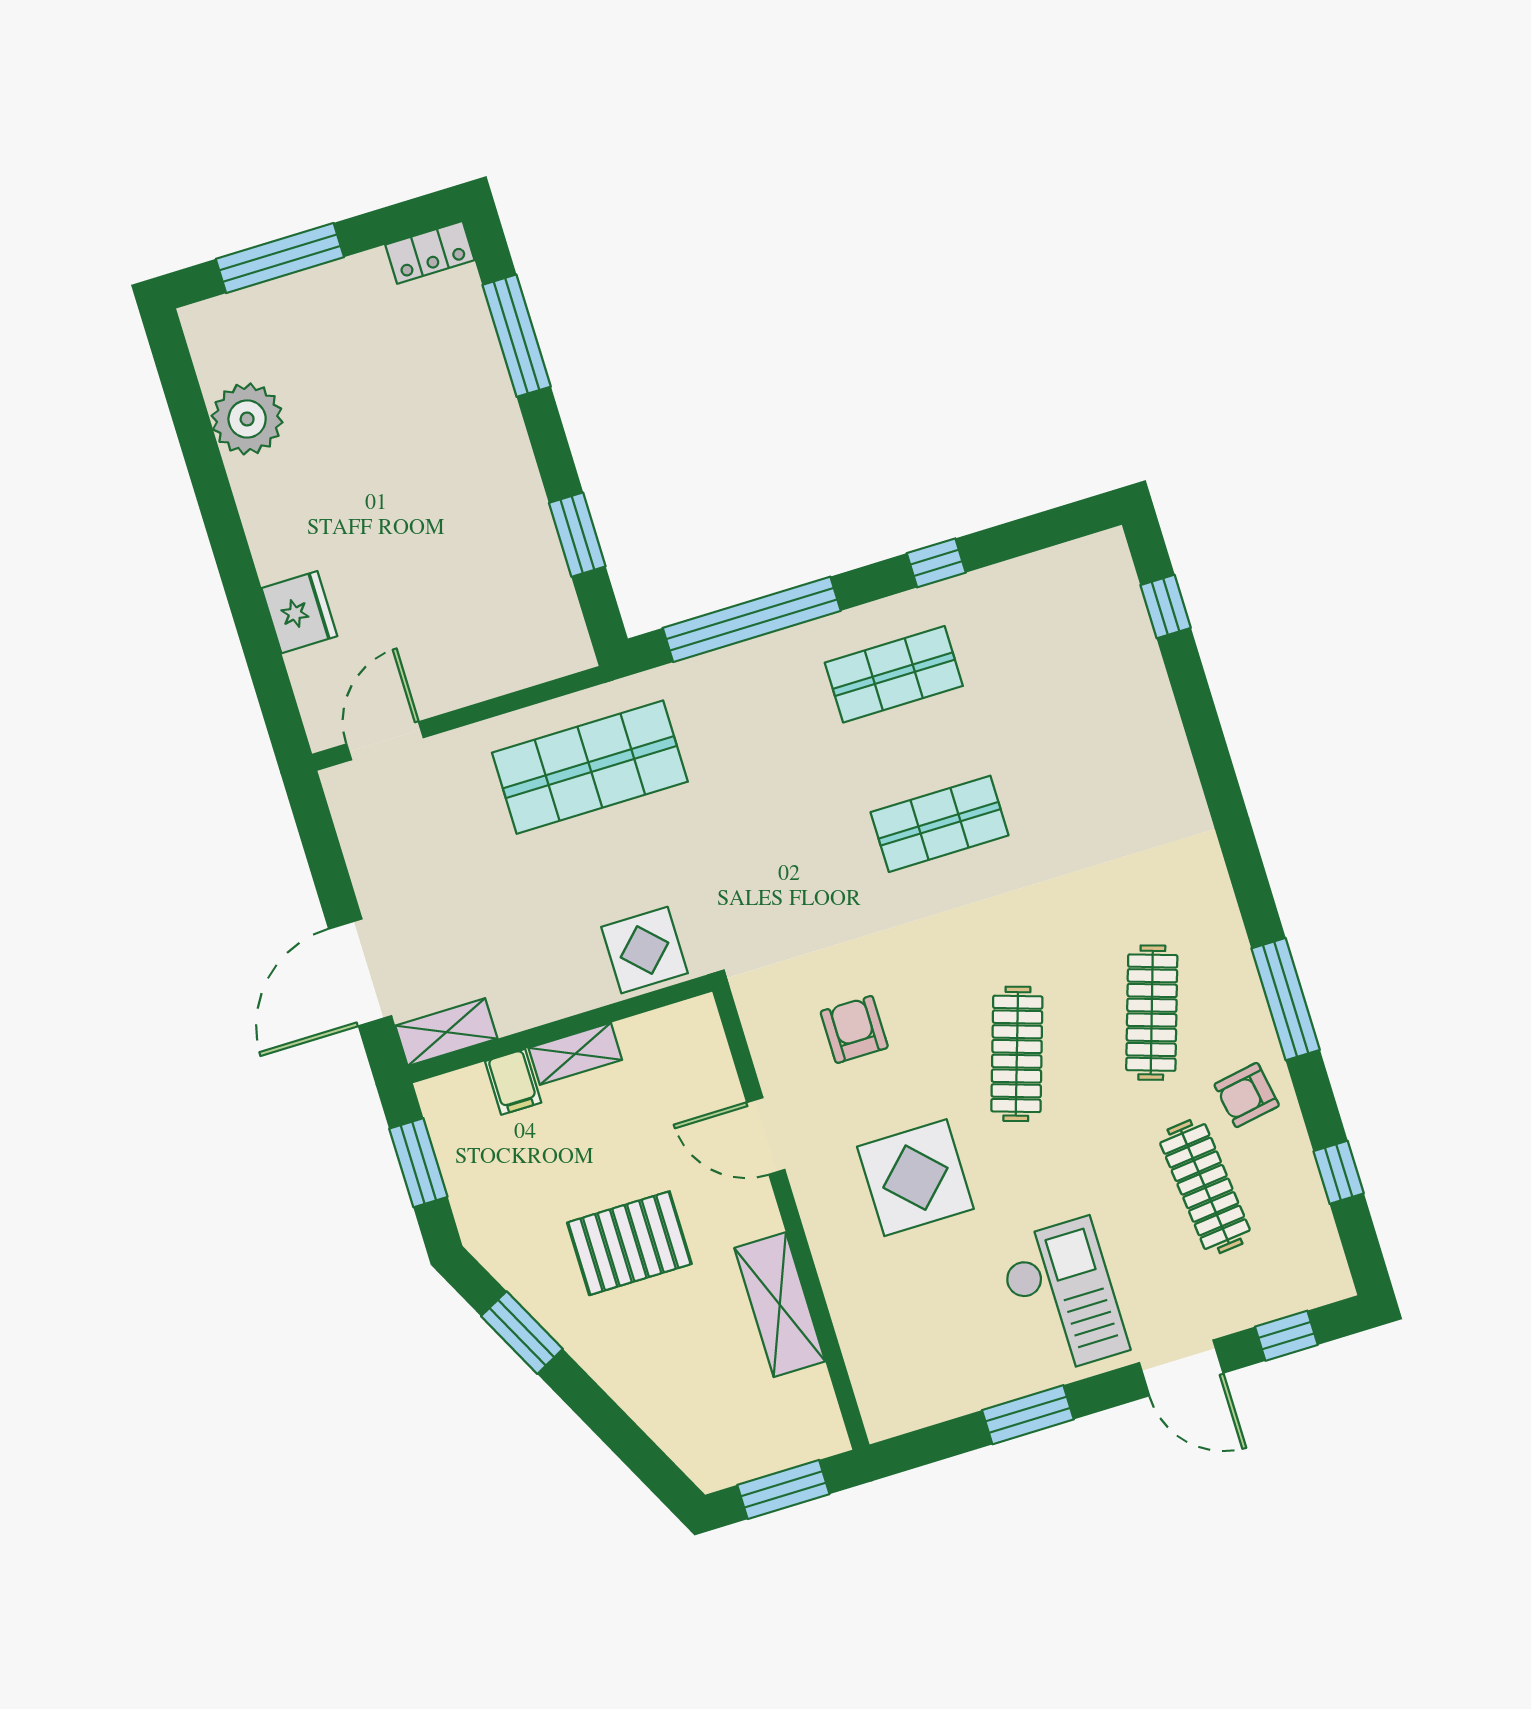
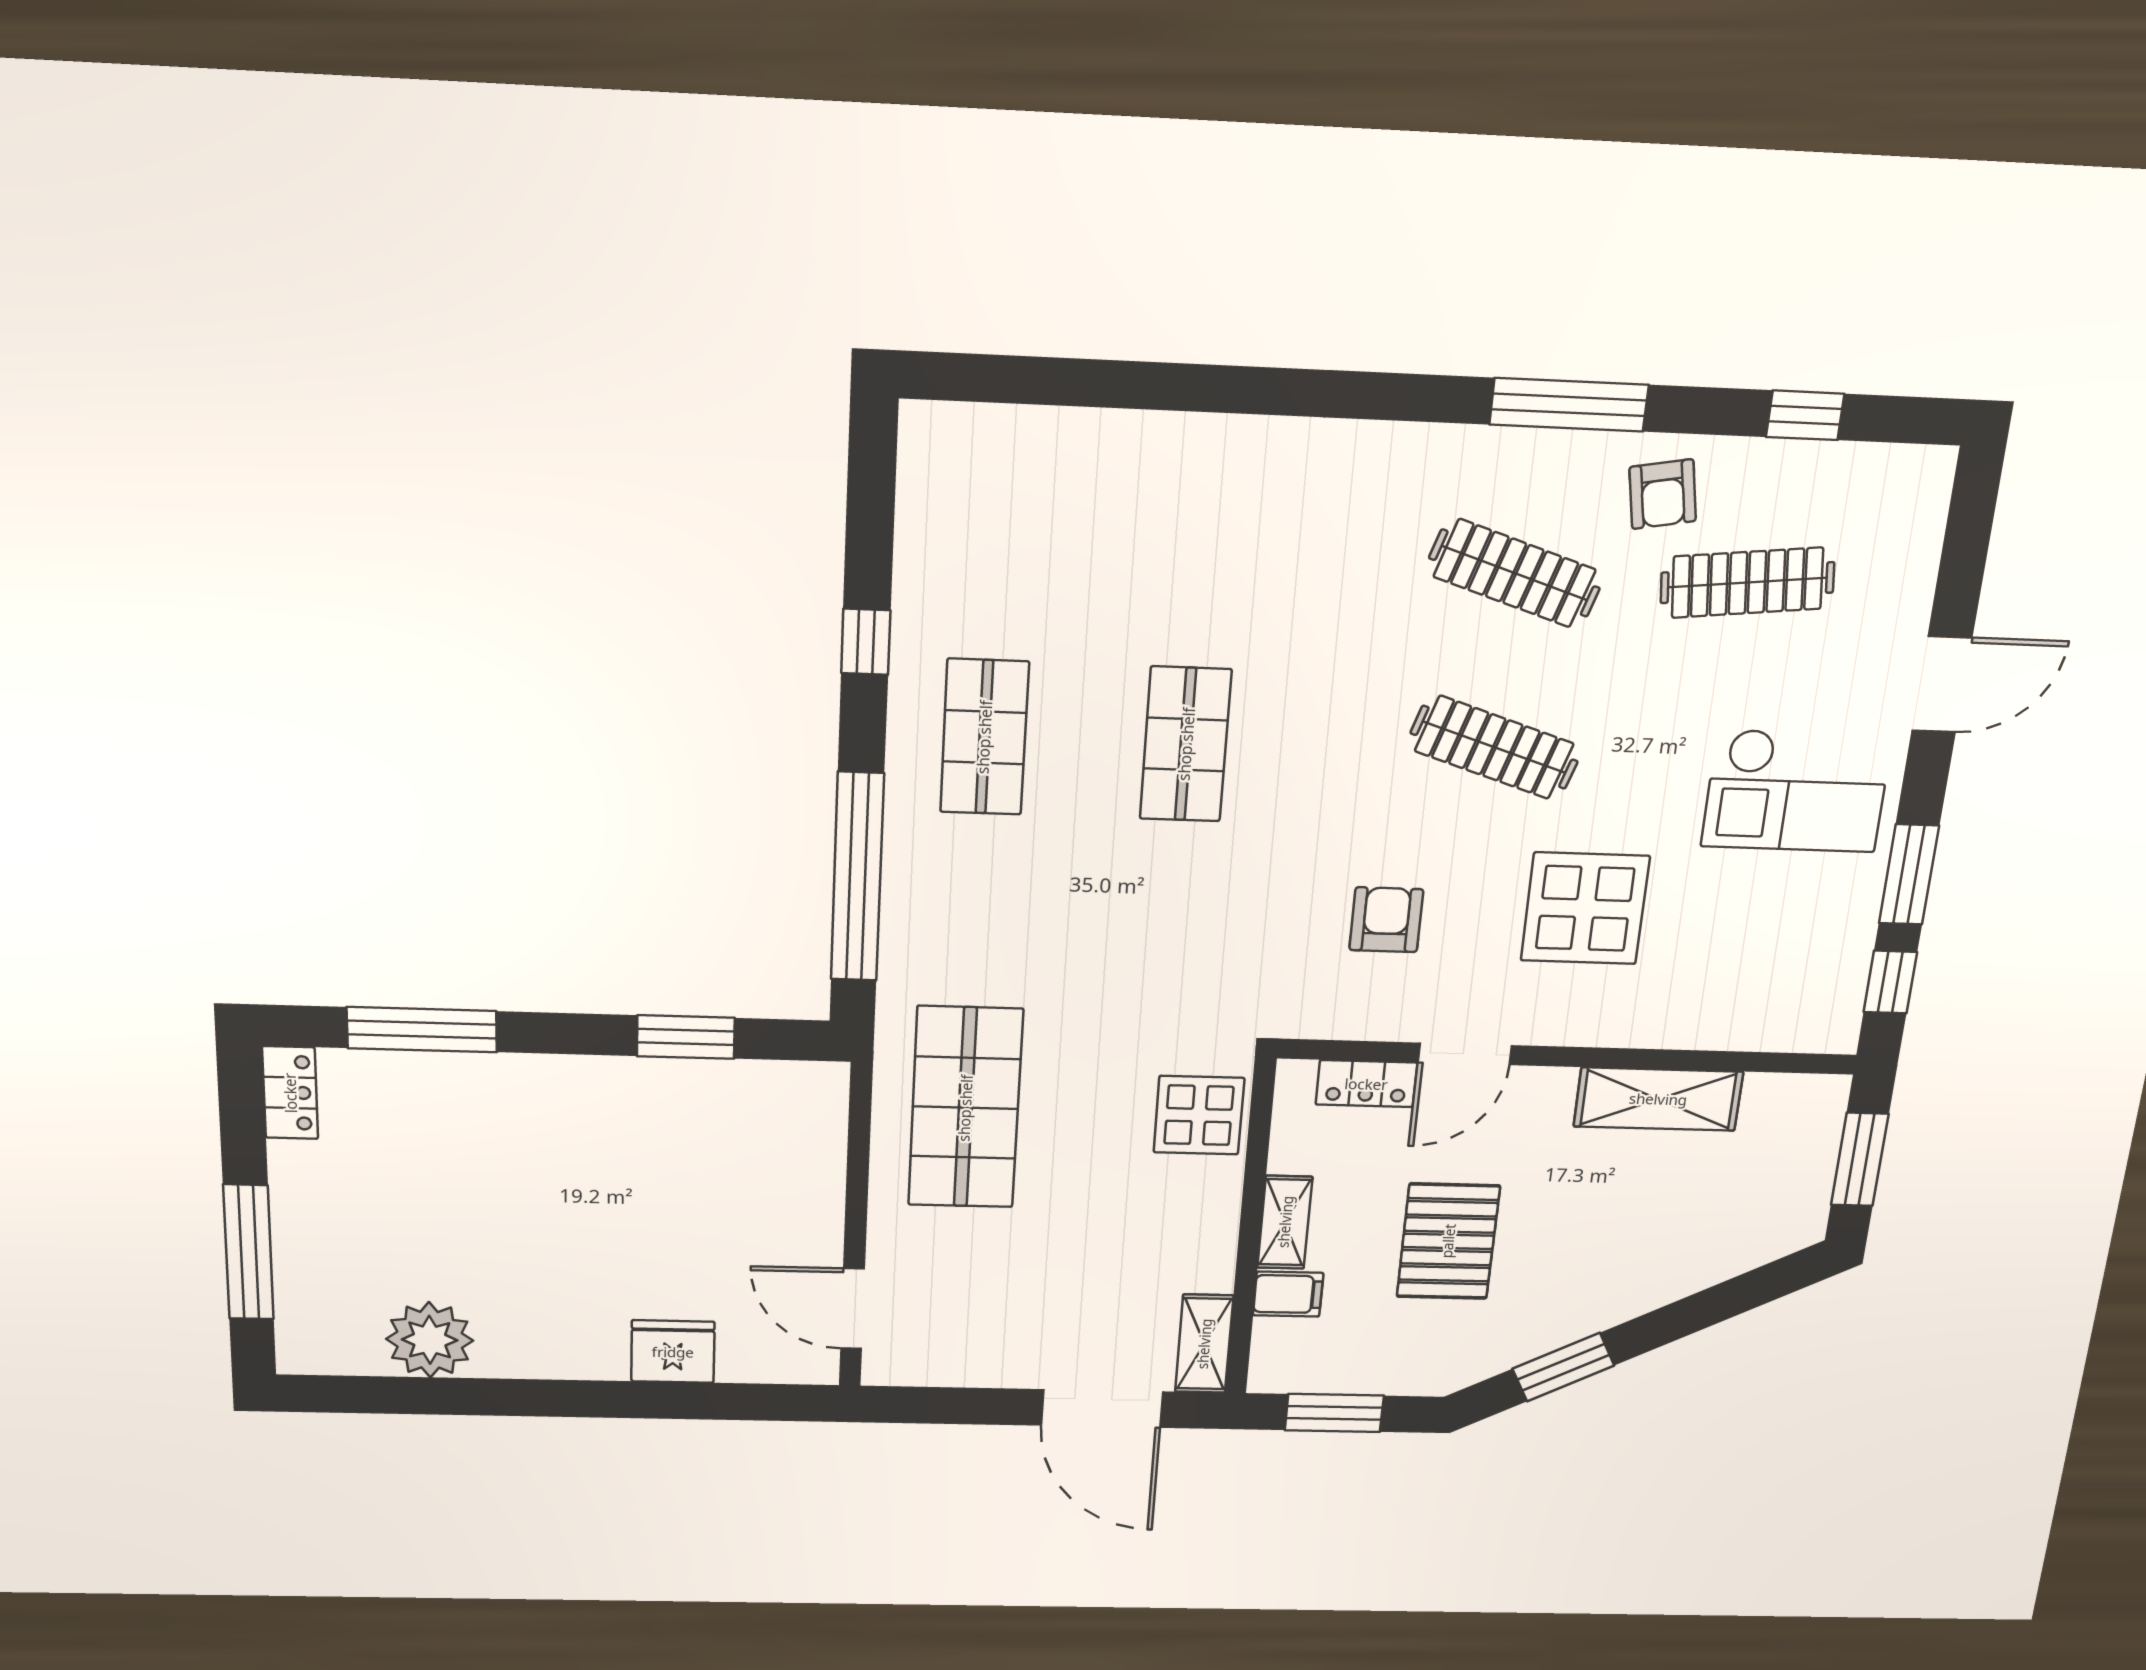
window: (1166, 606) -> (1023, 380), removed
armchair: (854, 1029) -> (1386, 920), turned 90
locker: (715, 1070) -> (1366, 1084), added
pallet: (629, 1243) -> (1448, 1241), moved
checkout: (1063, 1297) -> (1796, 791), turned 180
window: (1286, 1336) -> (1890, 982), moved

